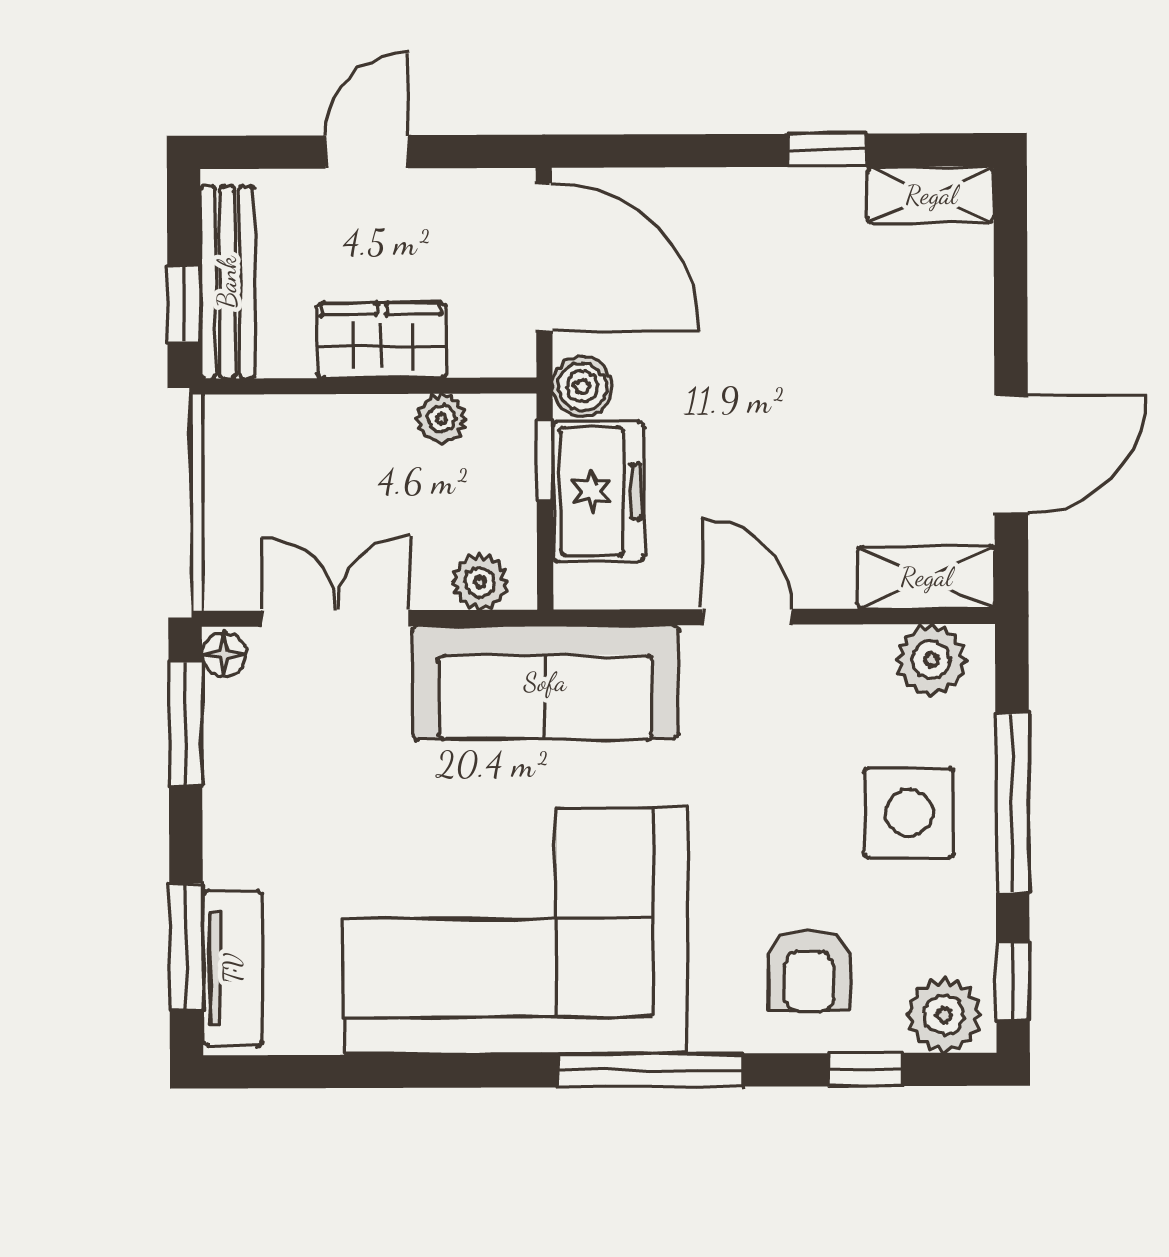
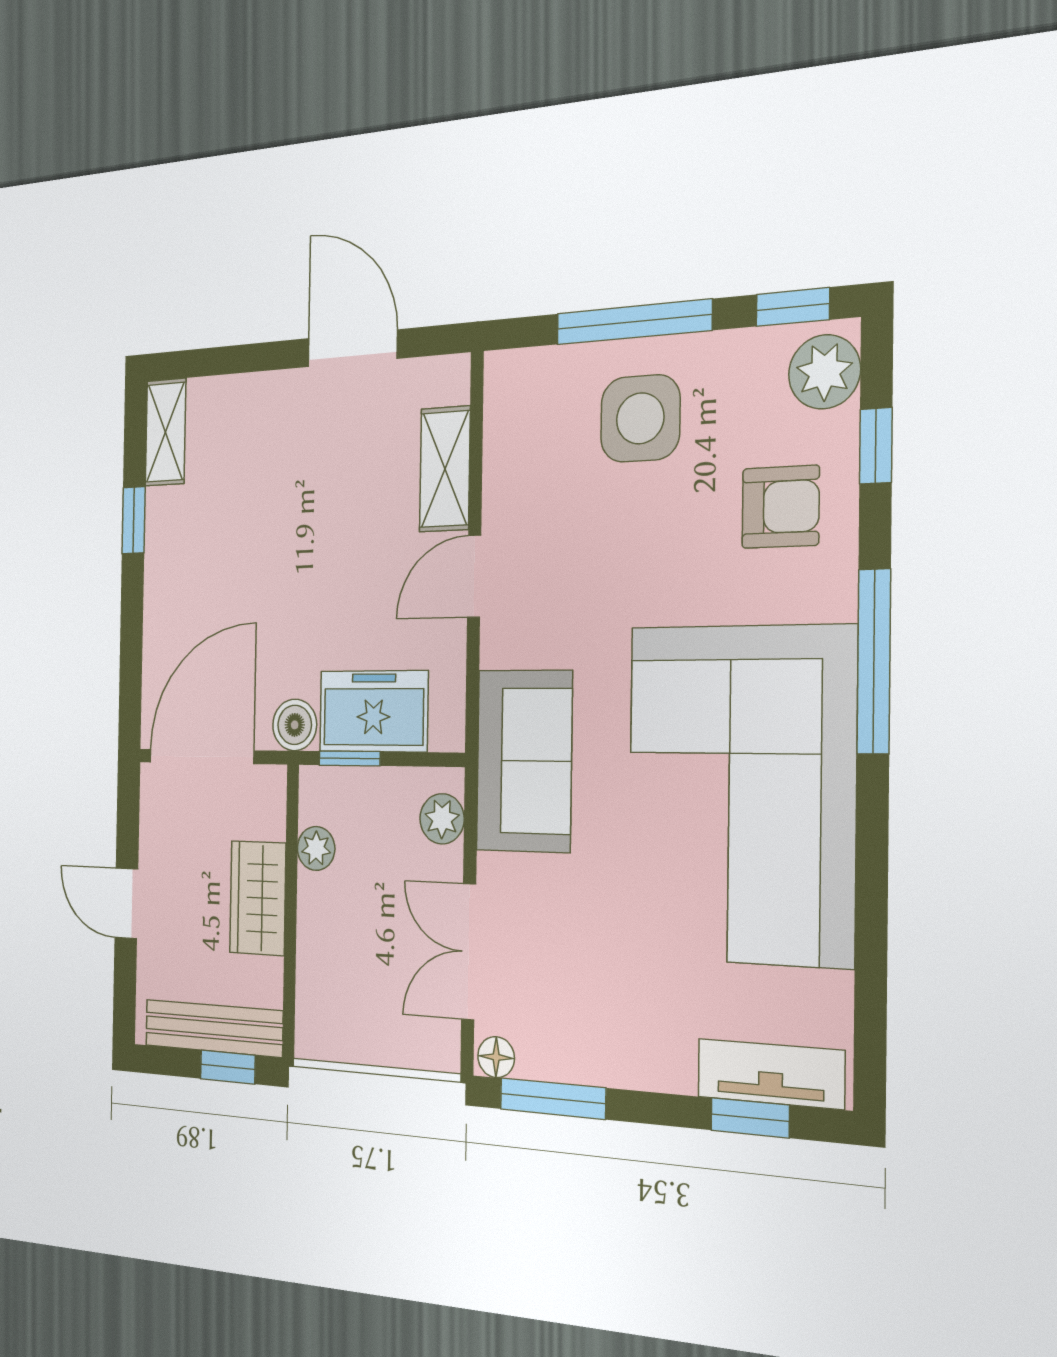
shelving: (926, 577) -> (445, 469), moved
plant: (931, 660) -> (512, 407), removed
sofa: (545, 682) -> (524, 761), width x0.73
window: (186, 947) -> (750, 1118), width x0.67

